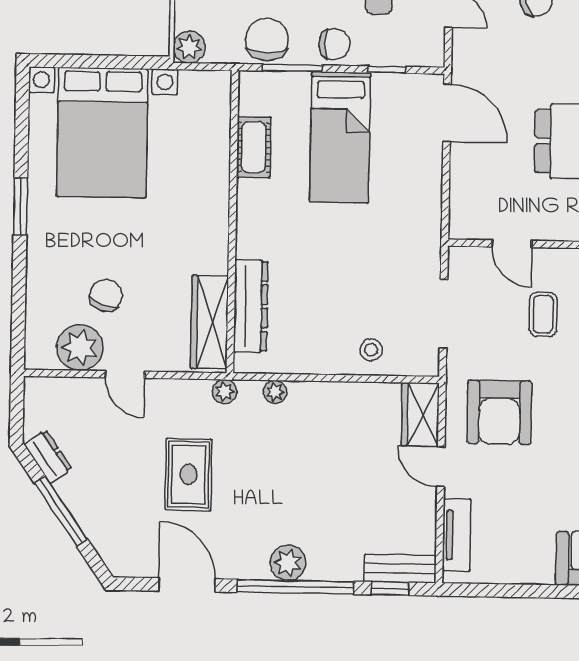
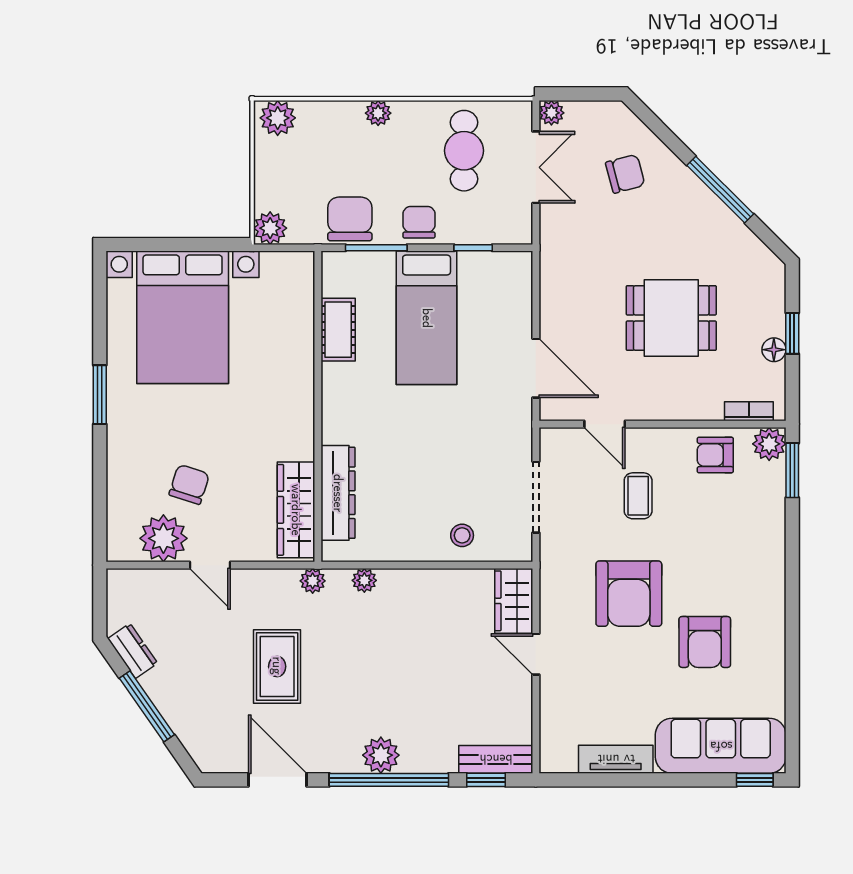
chair: (334, 44) -> (419, 222), turned -90
door: (447, 113) -> (536, 368), moved
armchair: (499, 412) -> (629, 594), moved
tv unit: (457, 535) -> (616, 759), moved, turned -90

